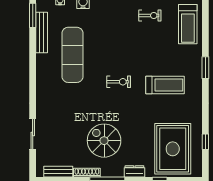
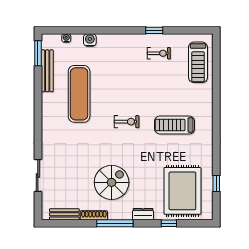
window: (205, 68) -> (216, 107), removed
treadmill: (165, 85) -> (175, 125), turned 180
spiral stairs: (104, 141) -> (112, 182), turned 90

